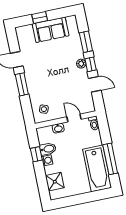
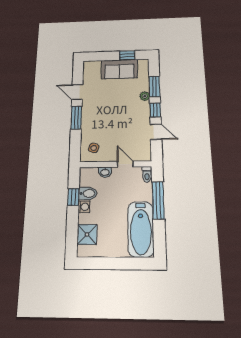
window: (40, 18) -> (127, 55), moved
plant: (81, 64) -> (145, 96), moved
window: (110, 159) -> (158, 200), moved

